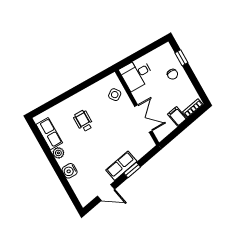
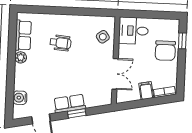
chair: (172, 74) -> (165, 51), width x1.87, depth x1.87
wheelchair: (83, 121) -> (60, 43), turned 95
water cooler: (70, 171) -> (20, 98), moved

